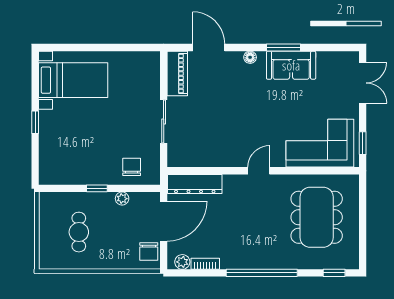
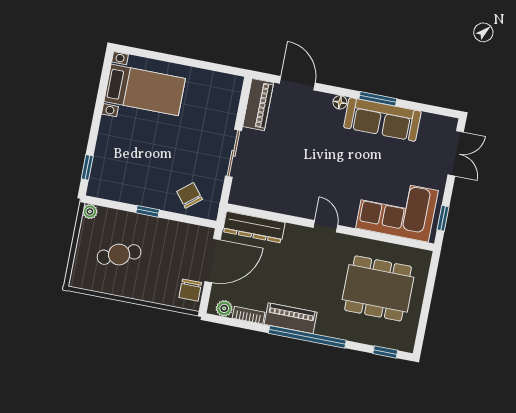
sofa: (291, 65) -> (382, 119), width x1.36
window: (35, 122) -> (87, 167), moved
chair: (132, 167) -> (190, 195), turned -39
door: (259, 171) -> (326, 226), hinge flipped
plant: (122, 199) -> (90, 211), moved
dining table: (317, 217) -> (378, 288), turned 90
cafe table: (79, 232) -> (119, 255), turned 69
piano: (244, 259) -> (291, 318), added

